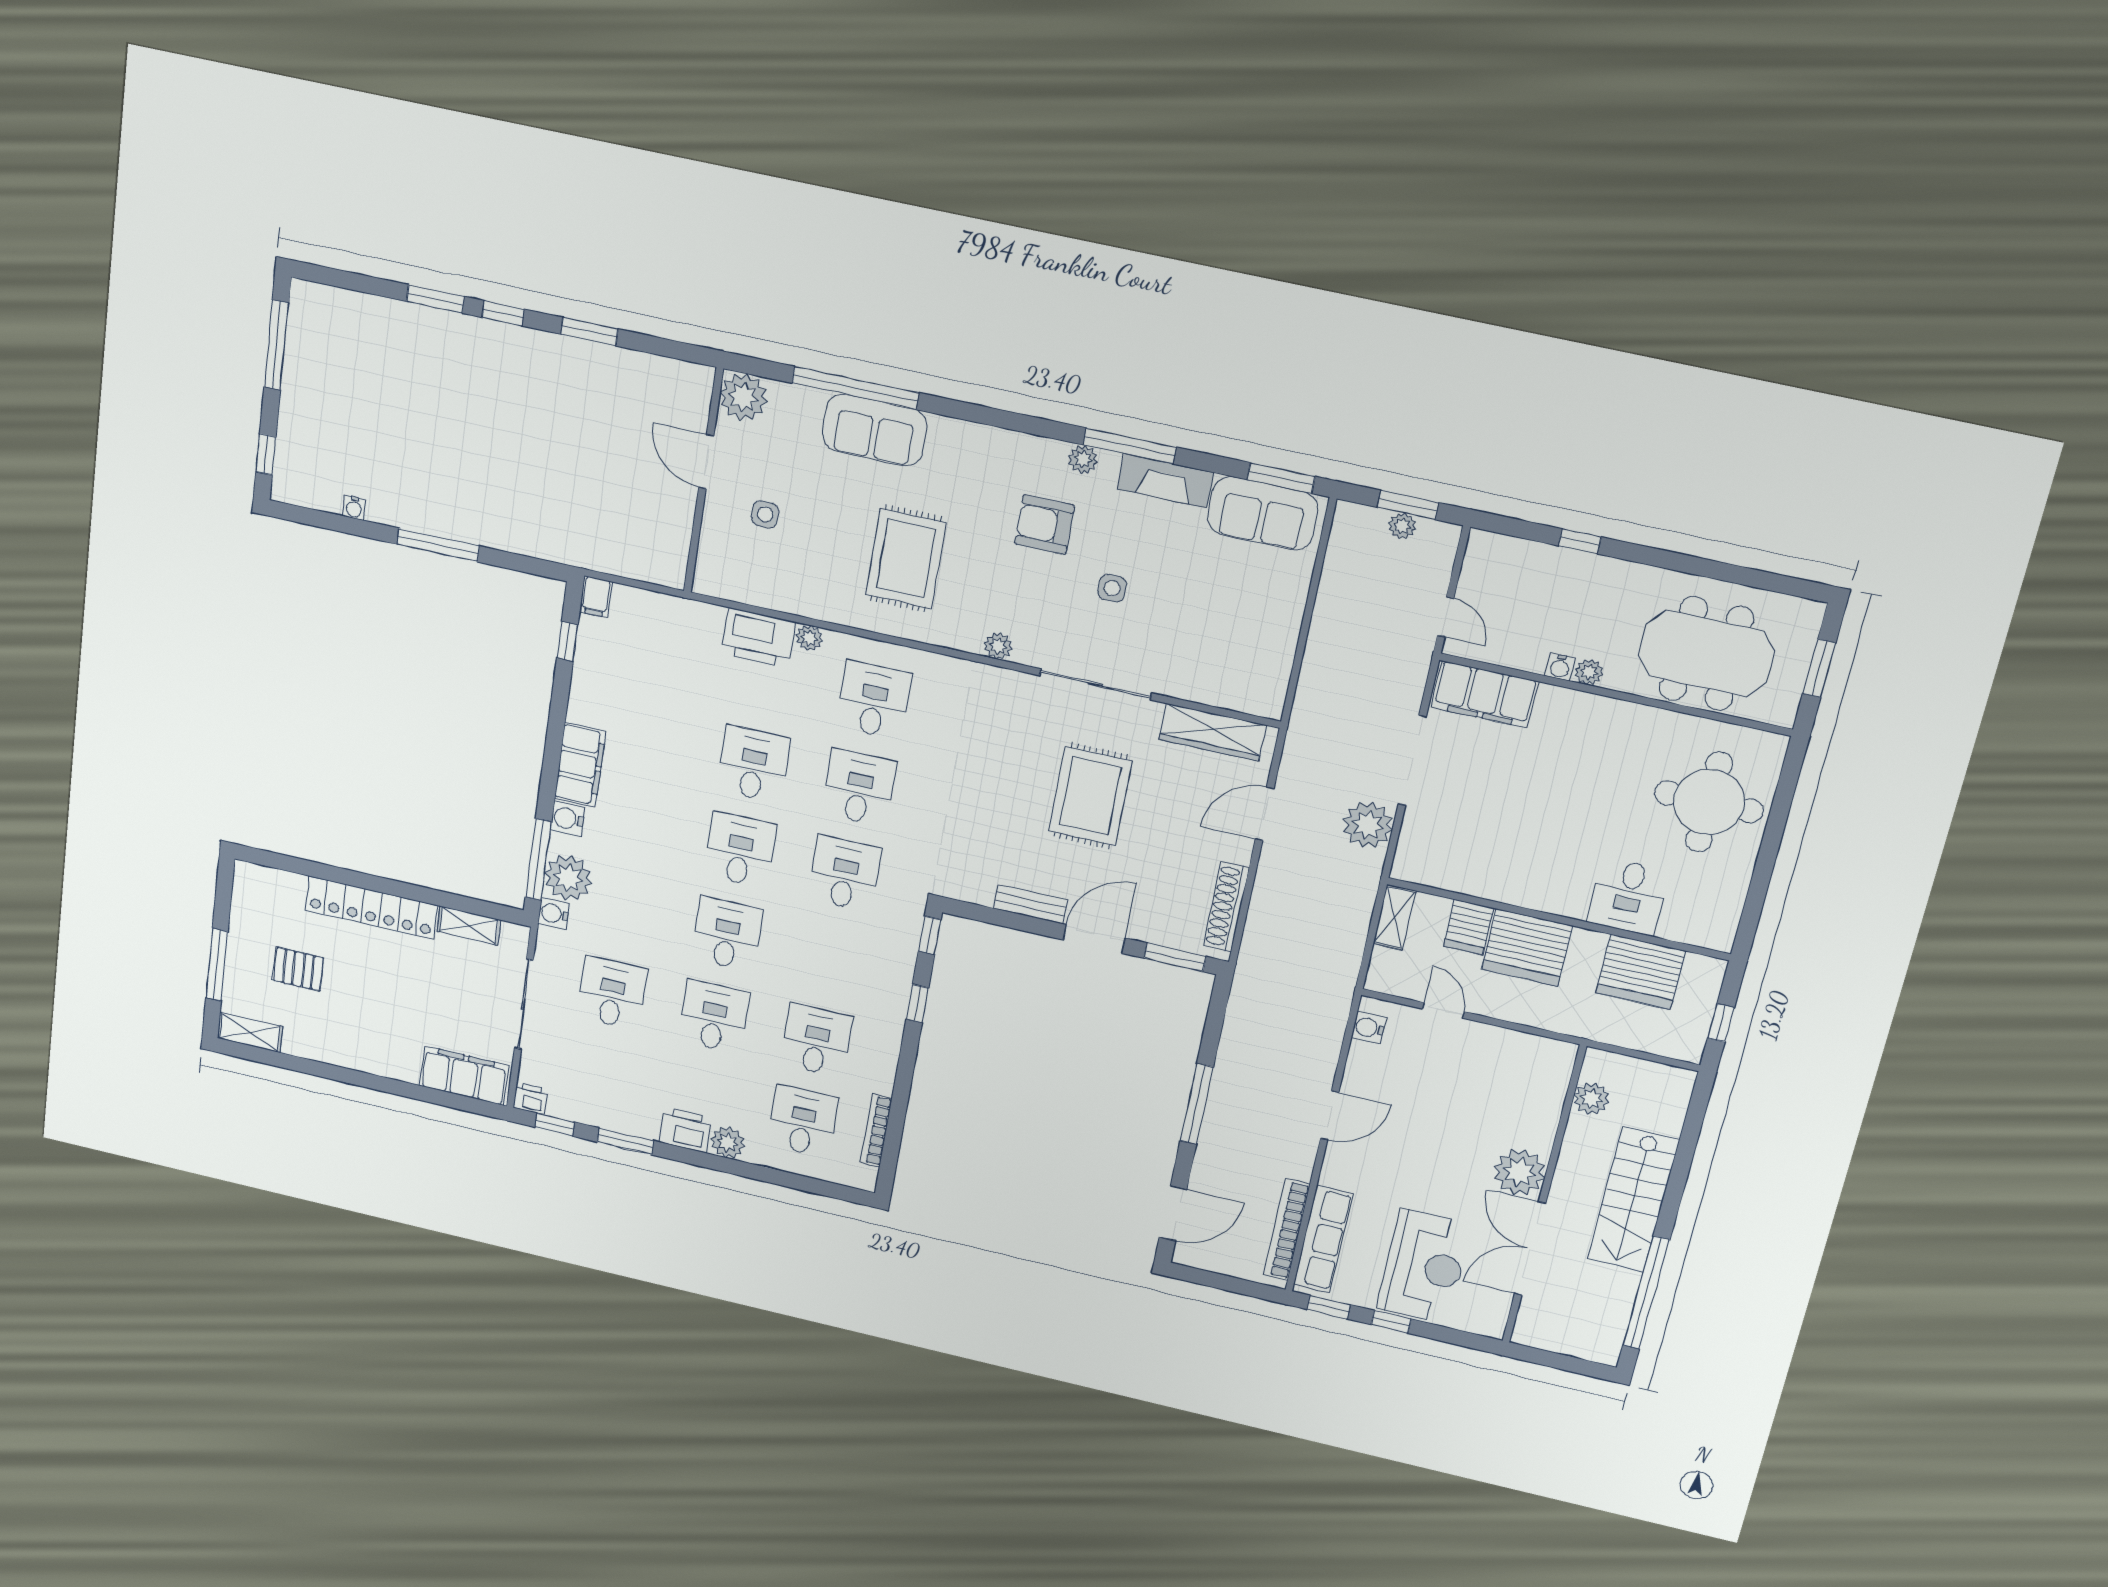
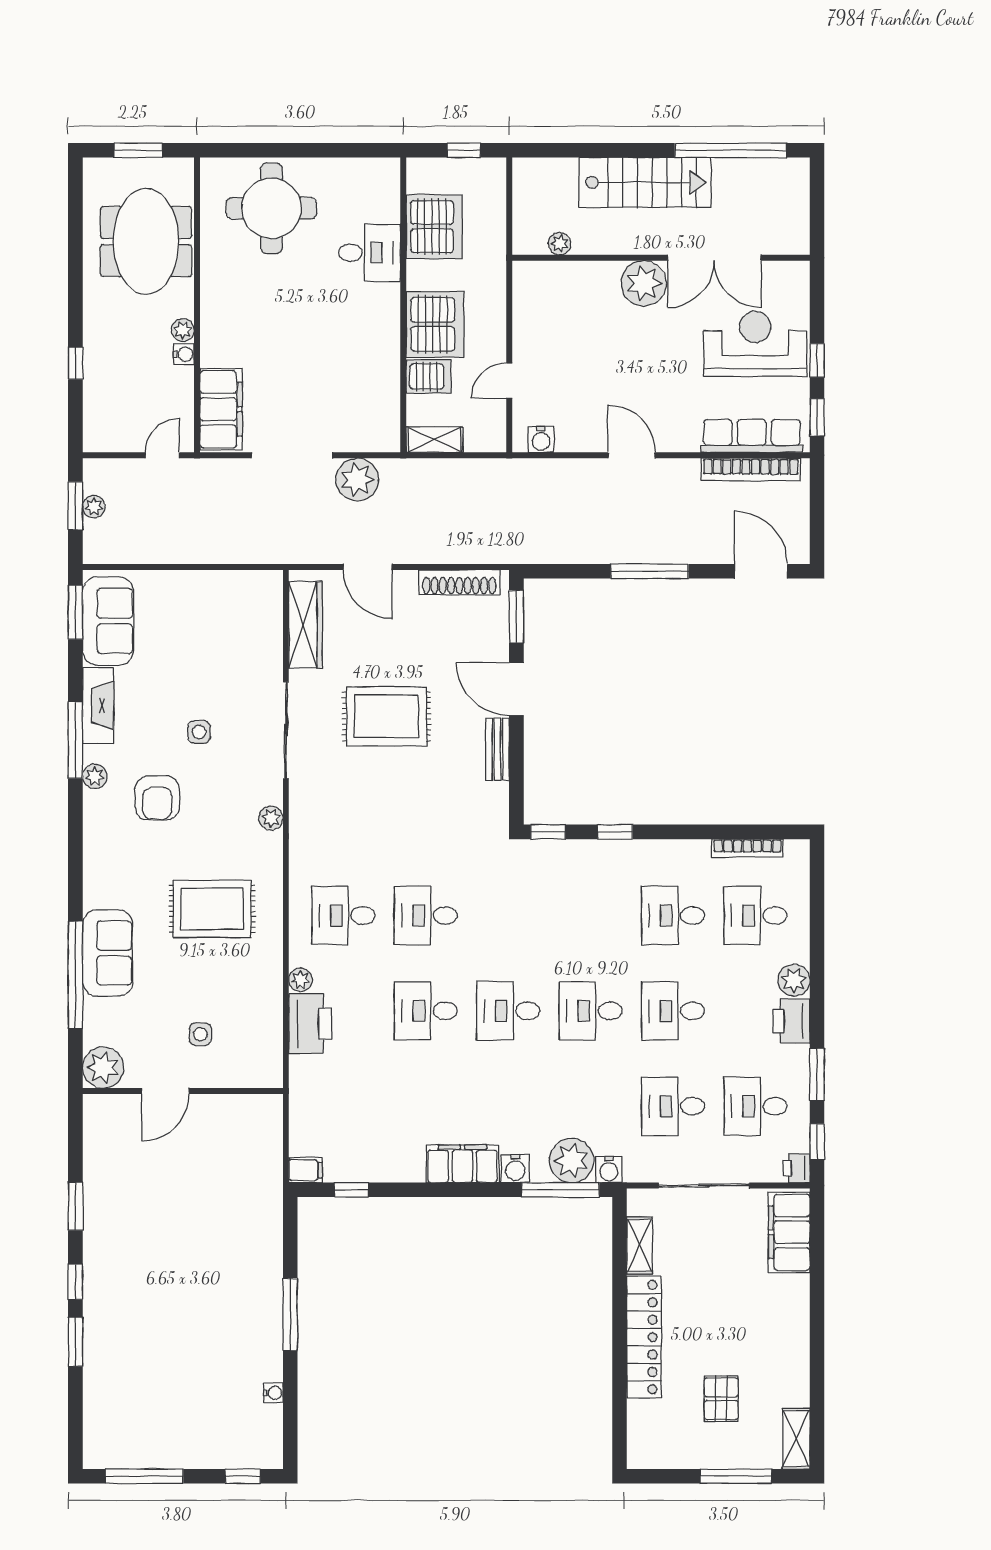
desk: (845, 874) -> (755, 1106), moved
plant: (1591, 1099) -> (560, 244), width x0.73, depth x0.73

